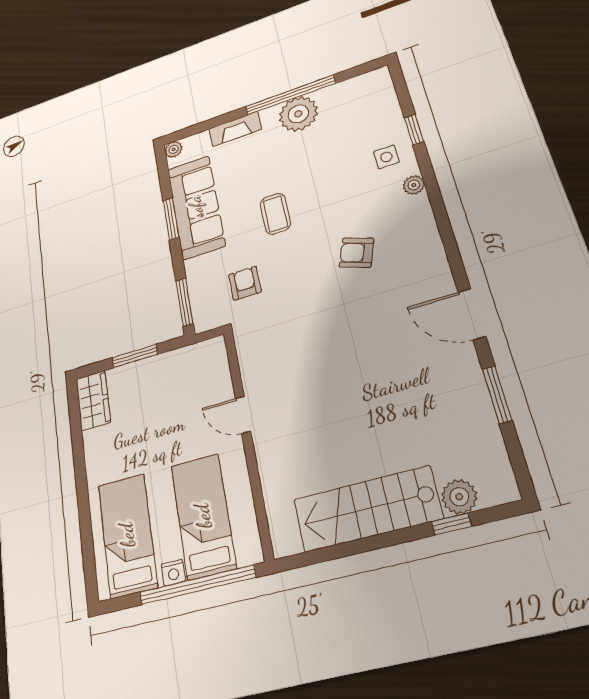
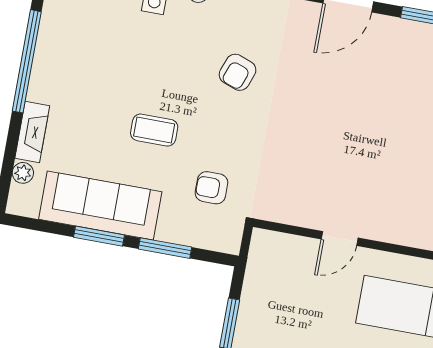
plant: (298, 114) -> (54, 63), removed
plant: (174, 149) -> (23, 173), moved
window: (184, 302) -> (165, 248), moved

